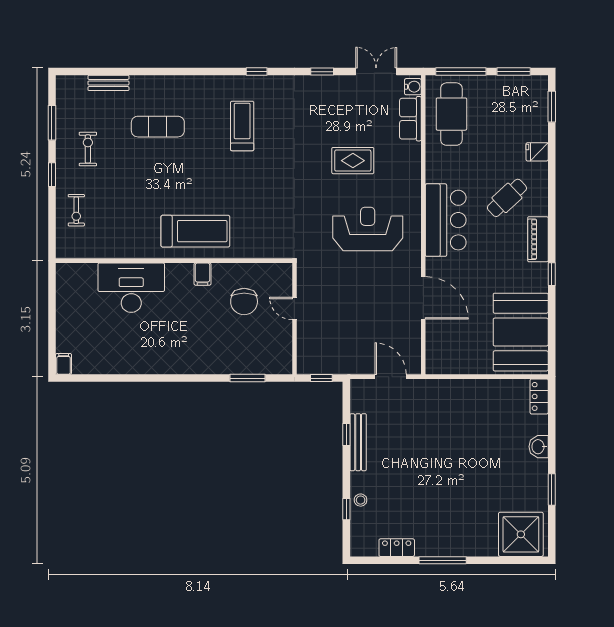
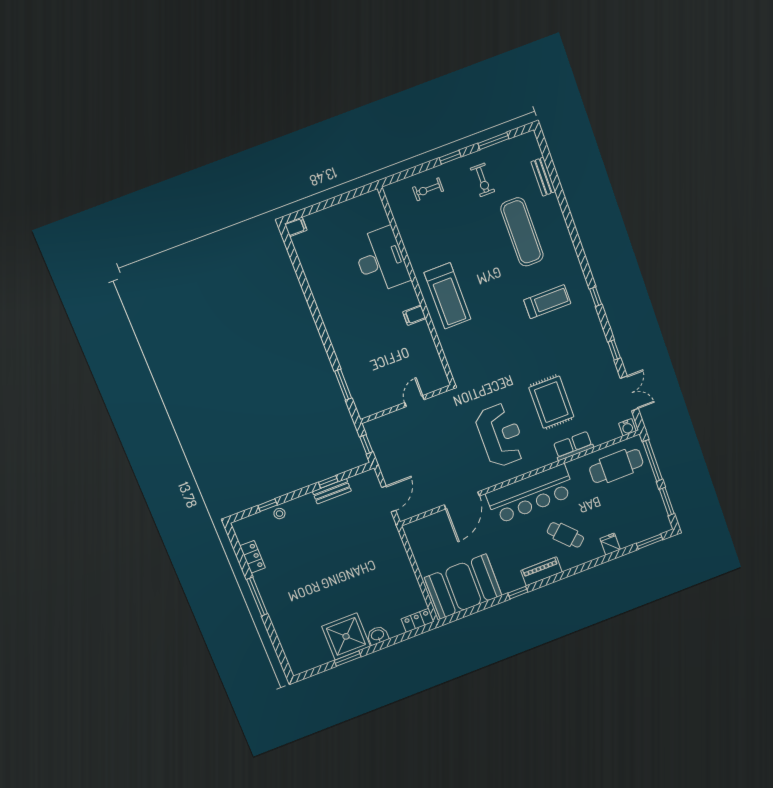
row of seats: (410, 119) -> (573, 446), moved
exercise mat: (158, 127) -> (522, 232), width x1.36, depth x1.45
exercise bike: (88, 149) -> (482, 180), turned 90
rug: (353, 161) -> (551, 402), width x1.36, depth x1.43
bar counter: (446, 220) -> (530, 494), width x1.36
chair: (244, 302) -> (405, 358), removed
bench: (358, 442) -> (332, 491), width x0.73
shower: (521, 534) -> (346, 636), moved

